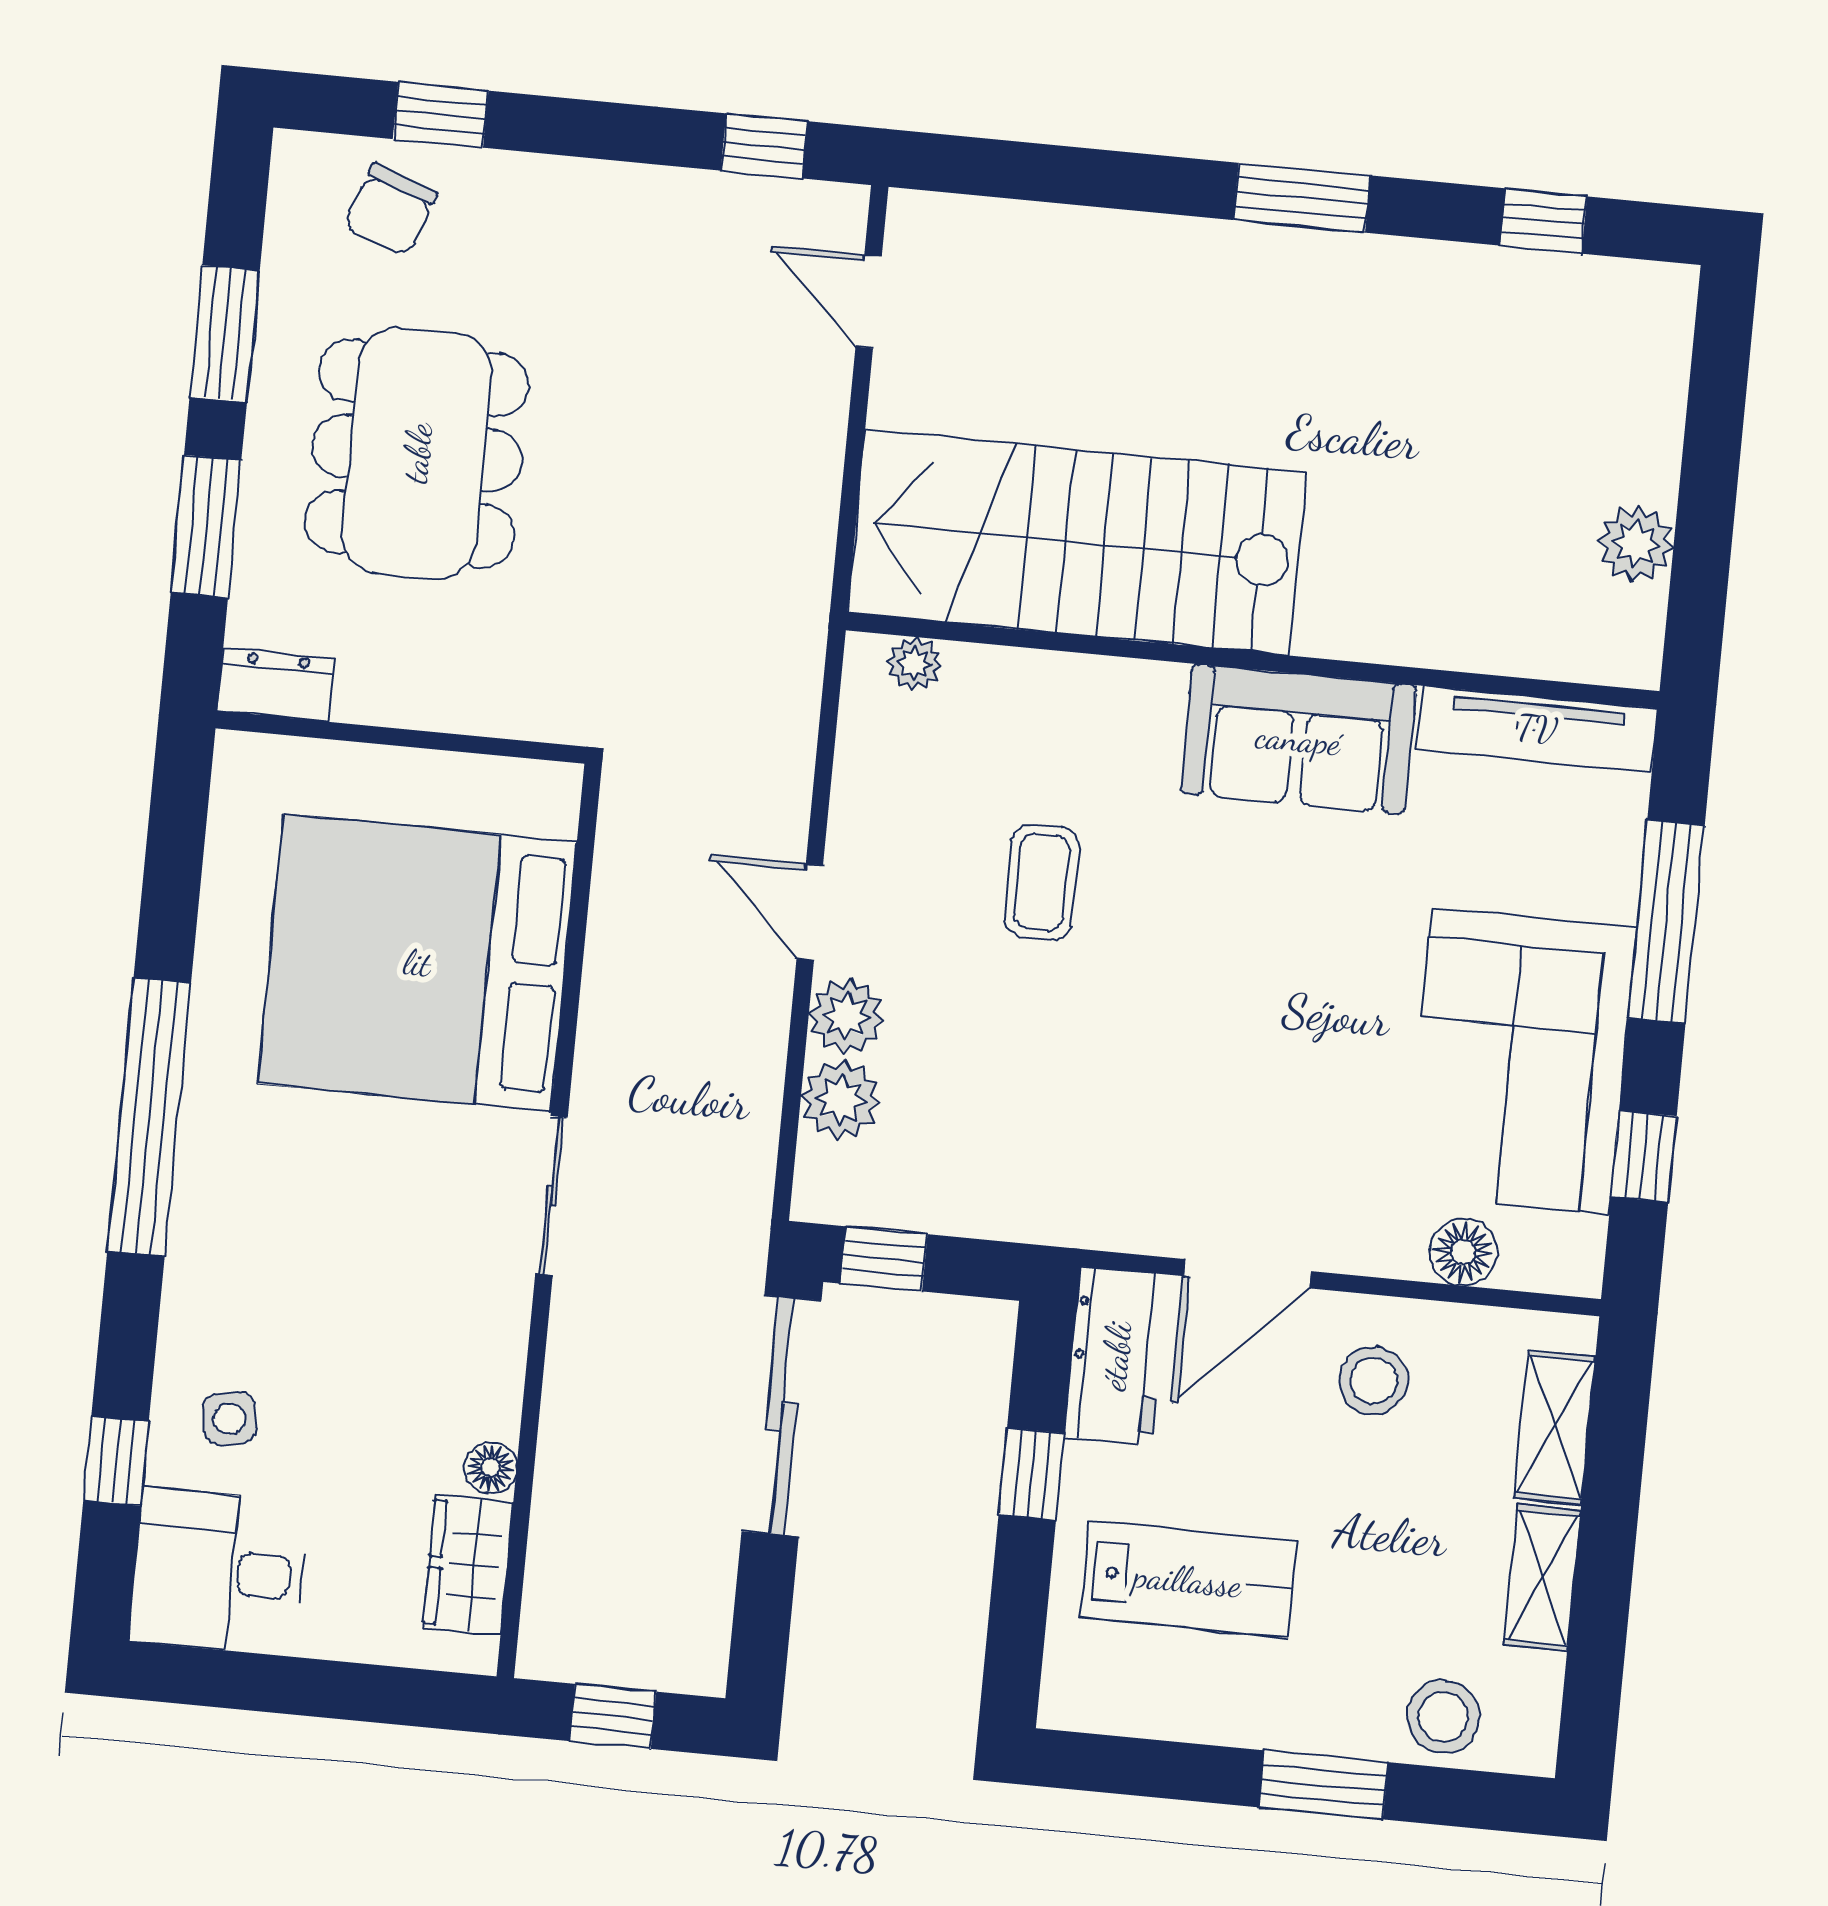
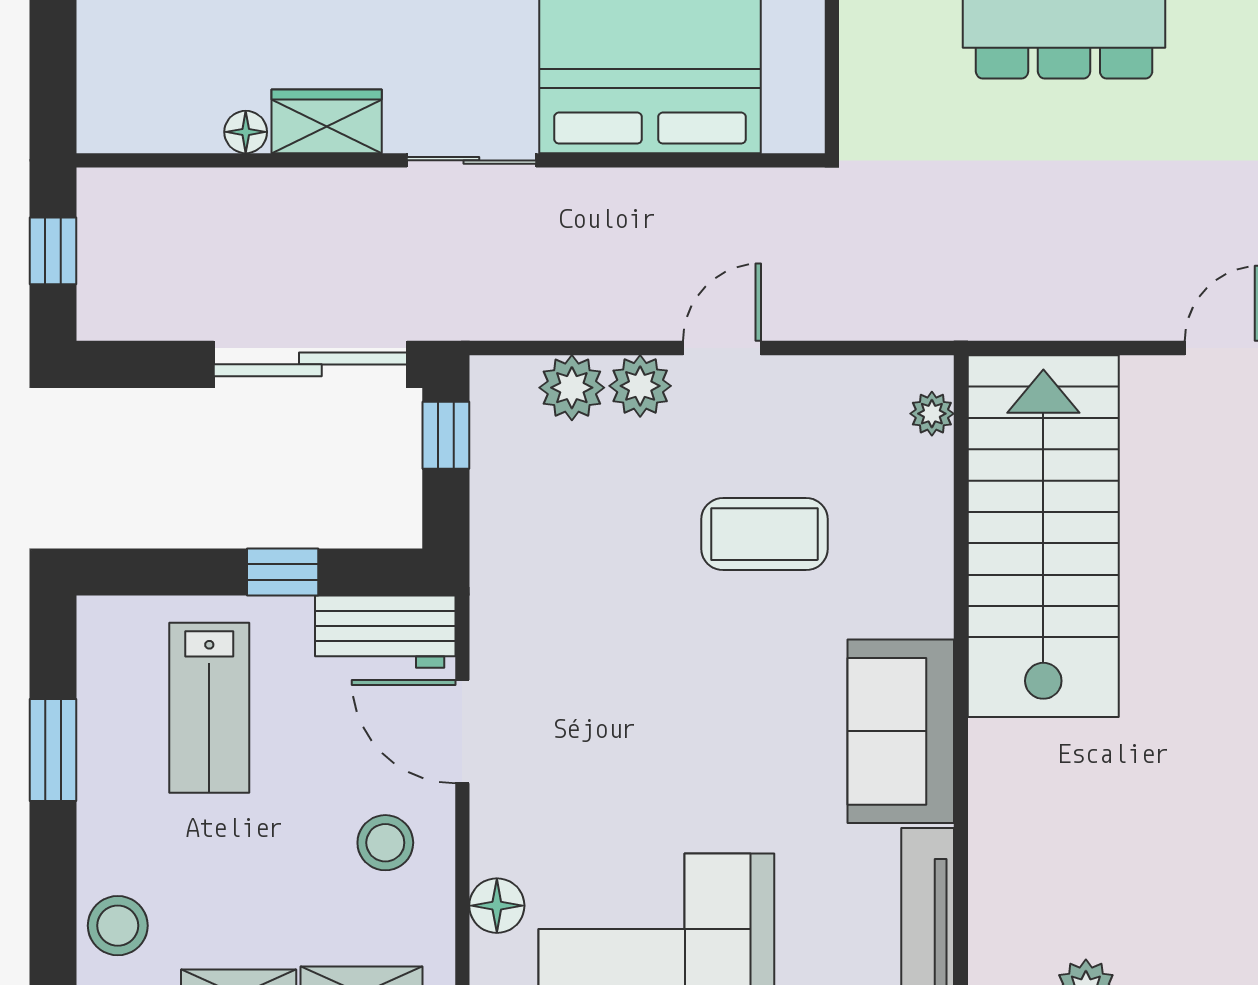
coffee table: (1042, 882) -> (765, 534), width x1.36, depth x1.30
wardrobe: (468, 1565) -> (327, 121), moved
window: (1323, 1785) -> (53, 750), moved

